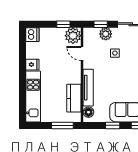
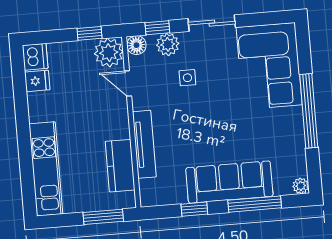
fridge: (32, 65) -> (37, 81), moved
floor lamp: (88, 112) -> (136, 45), moved

